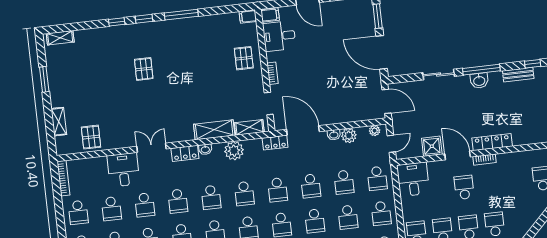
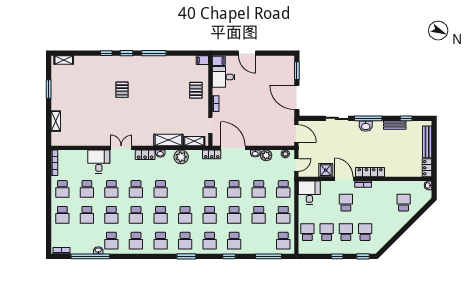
pallet: (91, 137) -> (78, 135), removed
school desk: (244, 194) -> (185, 189), removed

